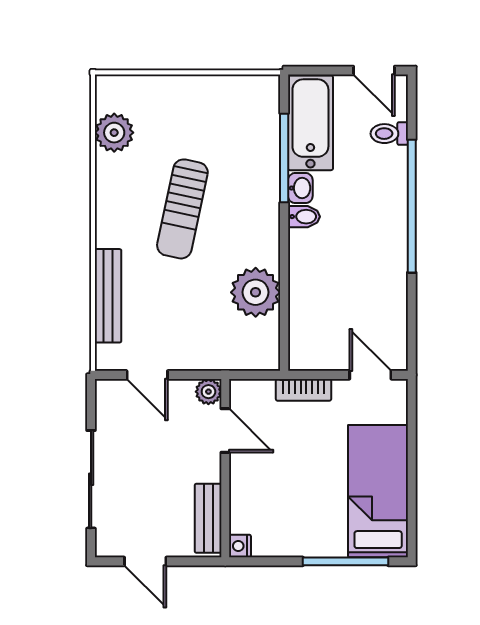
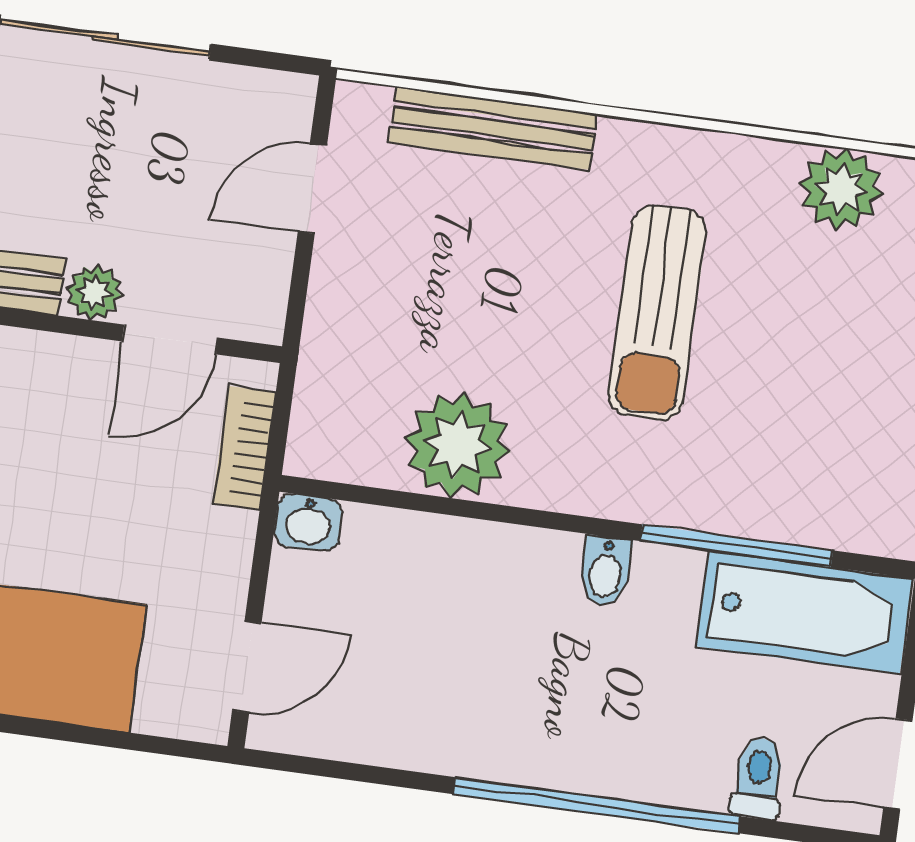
washbasin: (300, 188) -> (308, 522), moved
sun lounger: (182, 209) -> (657, 313), turned -102
bookcase: (304, 390) -> (244, 448), moved
plant: (208, 392) -> (94, 293), moved

